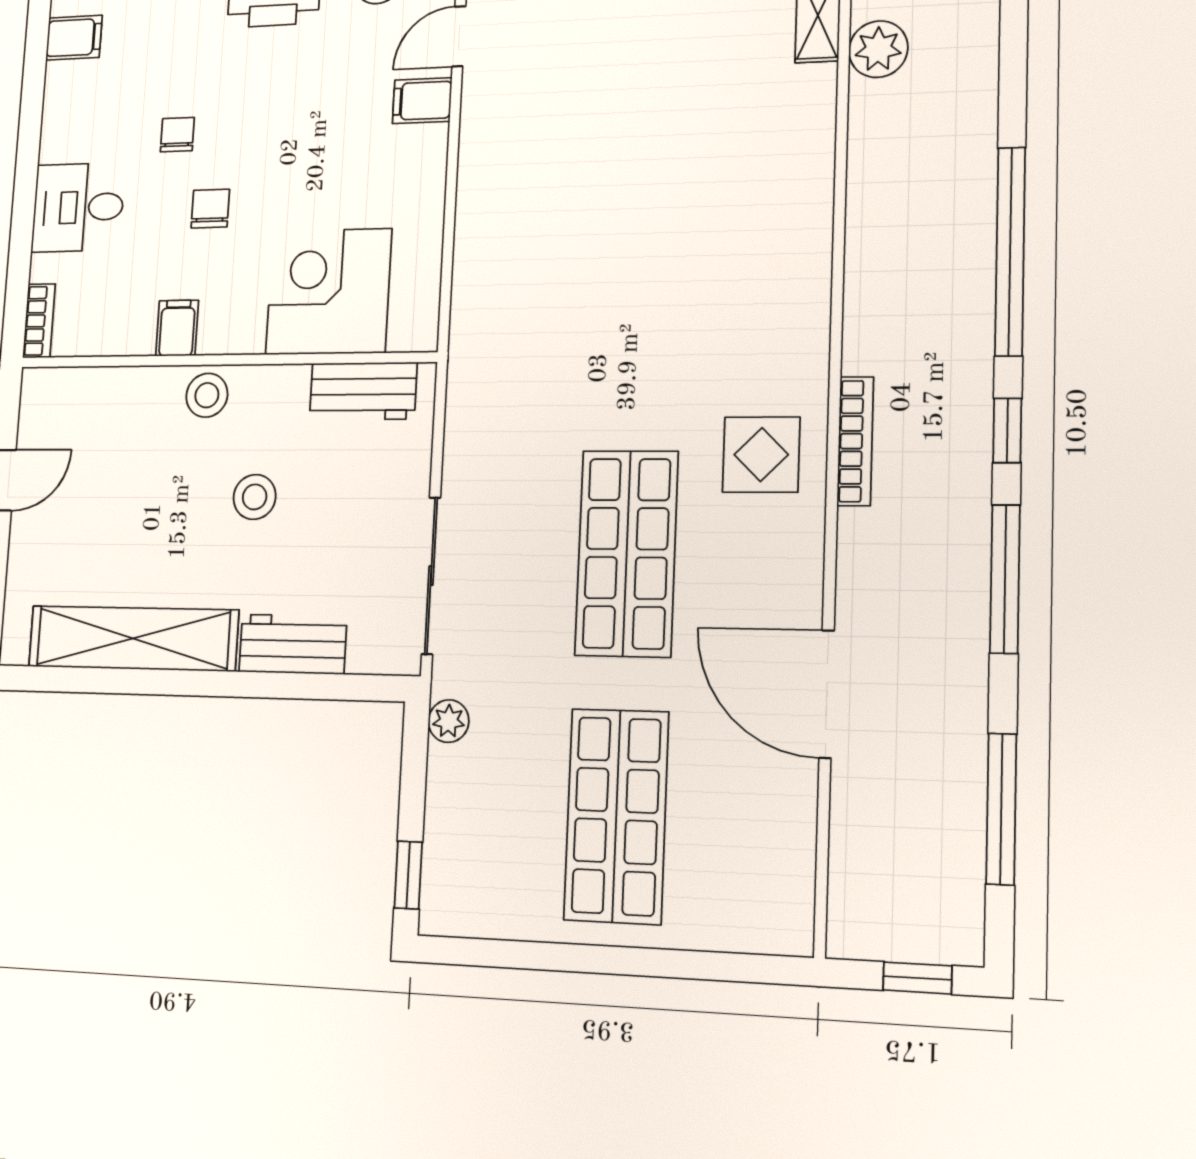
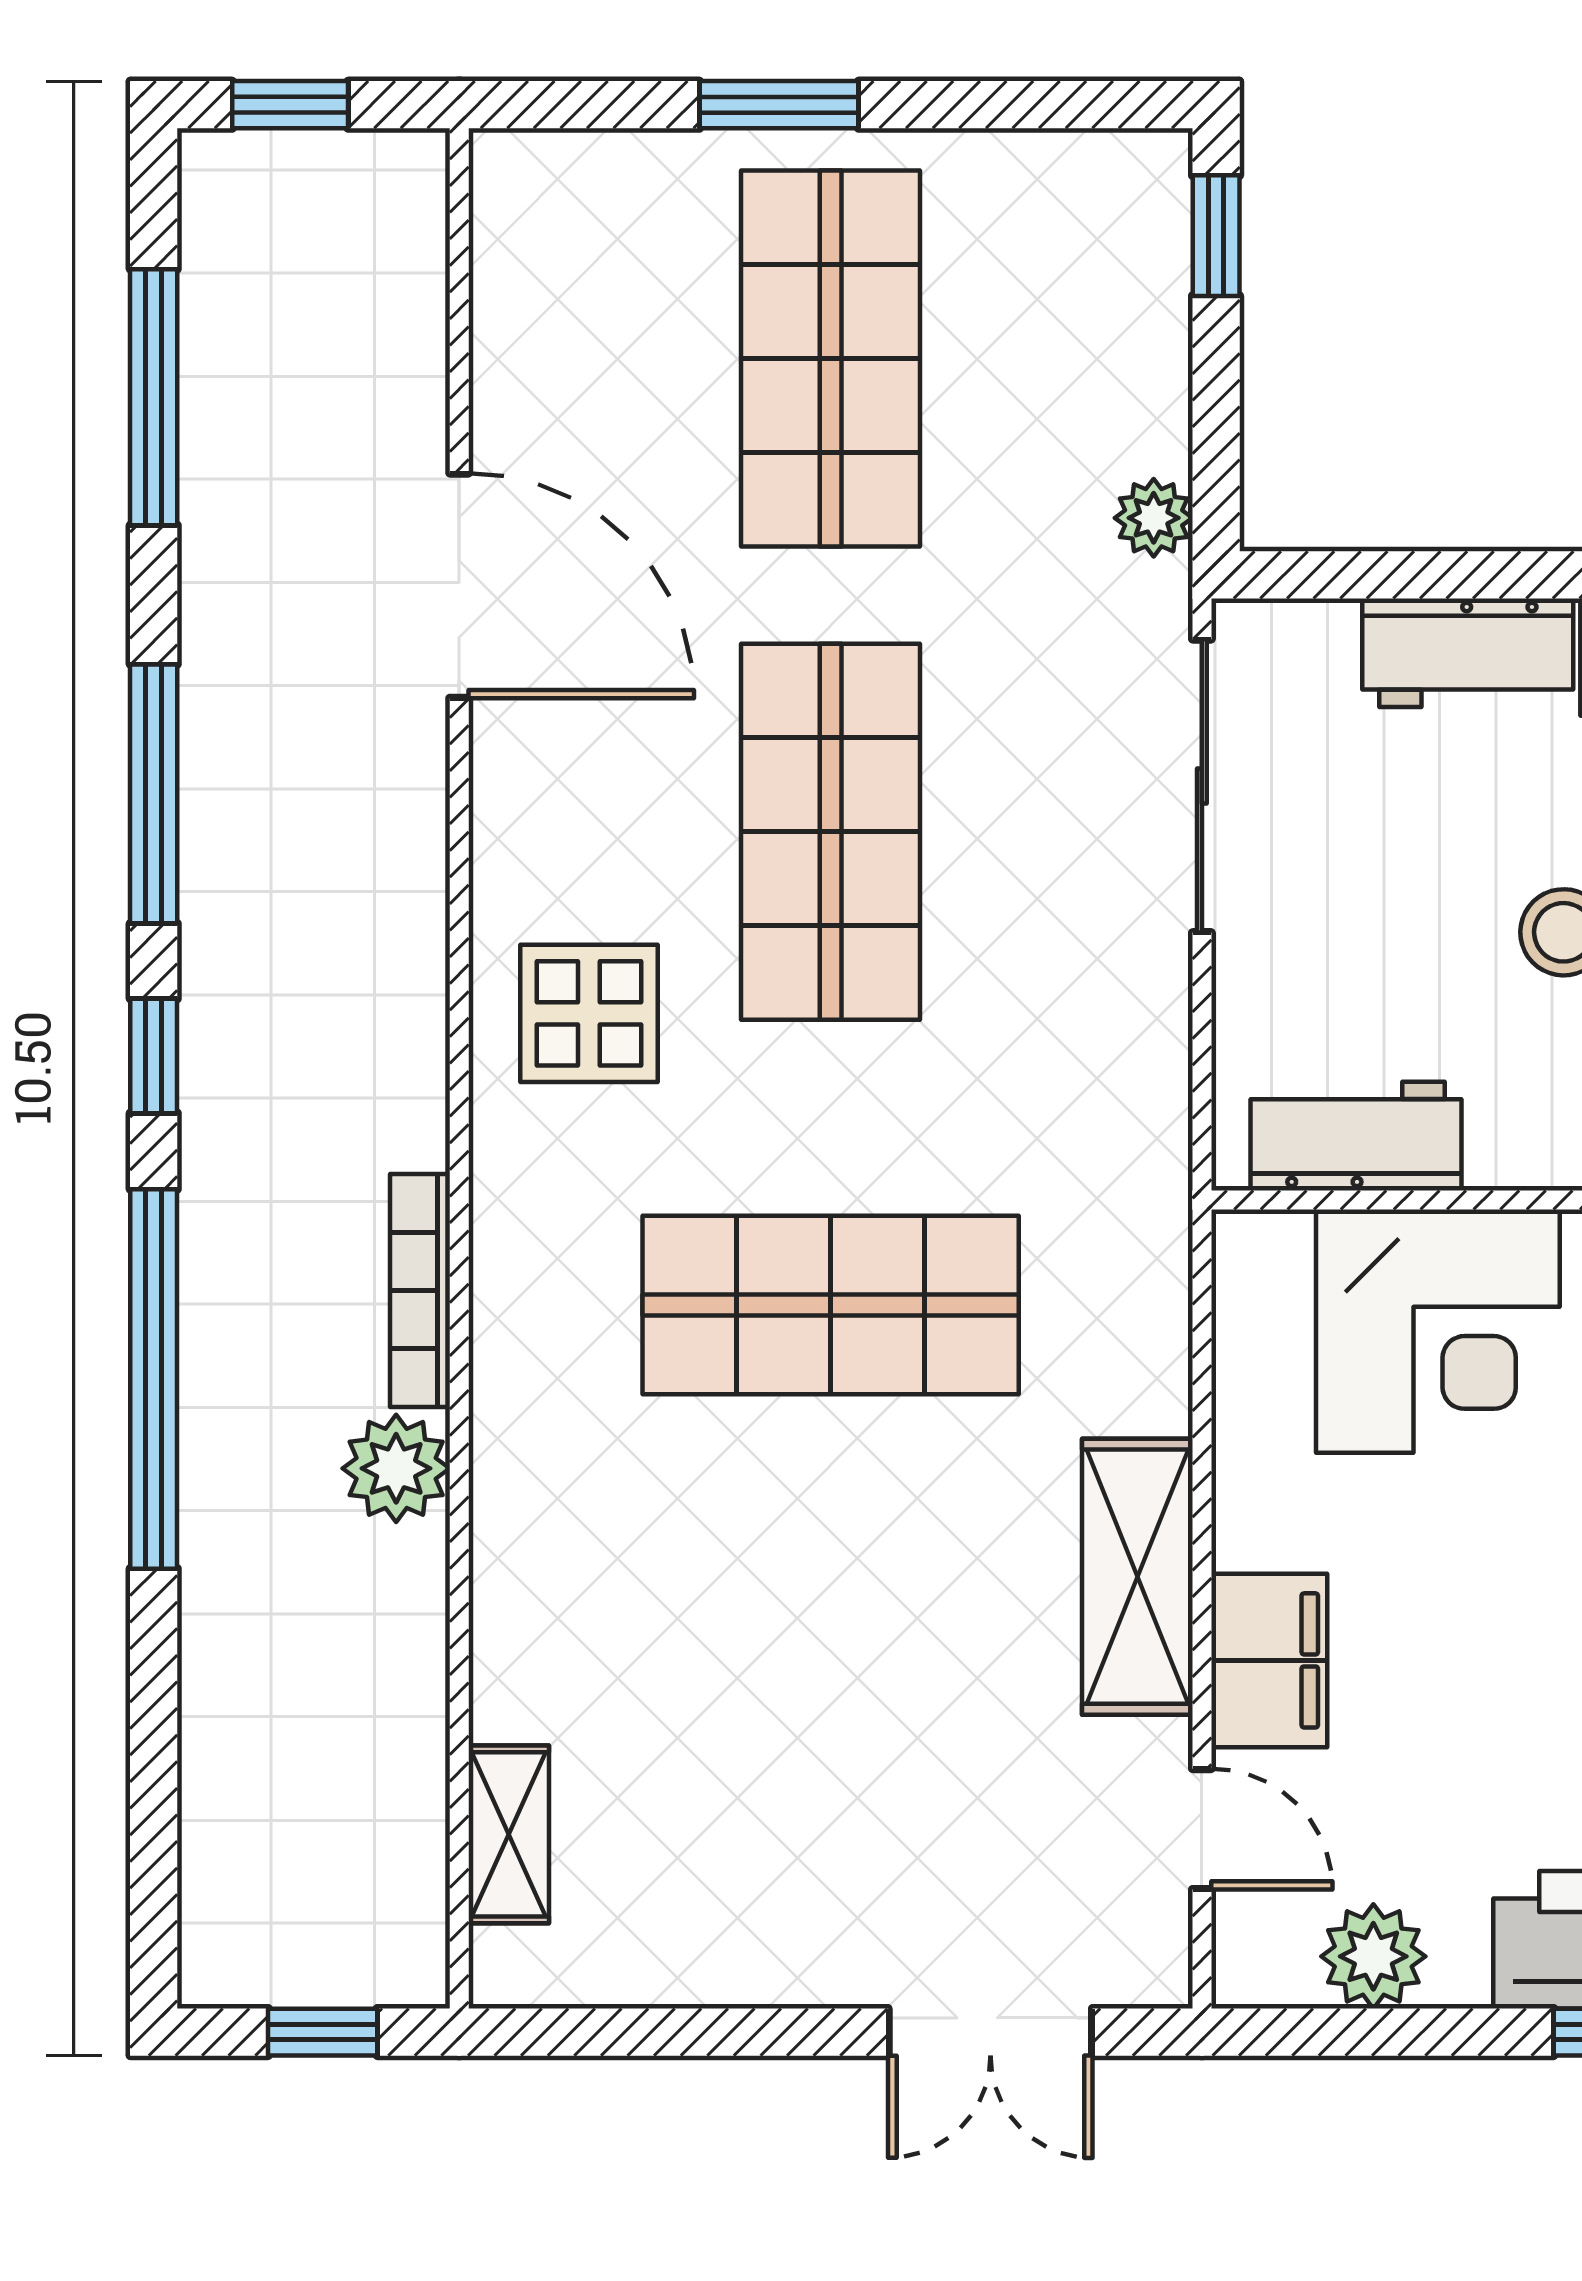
door: (459, 36) -> (1202, 1829), hinge flipped
plant: (878, 49) -> (396, 1468), moved
filing cabinet: (422, 101) -> (1269, 1660), width x2.00
shelving: (485, 162) -> (1137, 1577), added
shop shelf: (637, 299) -> (831, 1305), added
bookcase: (855, 441) -> (420, 1291), moved
window: (639, 962) -> (779, 105), added

